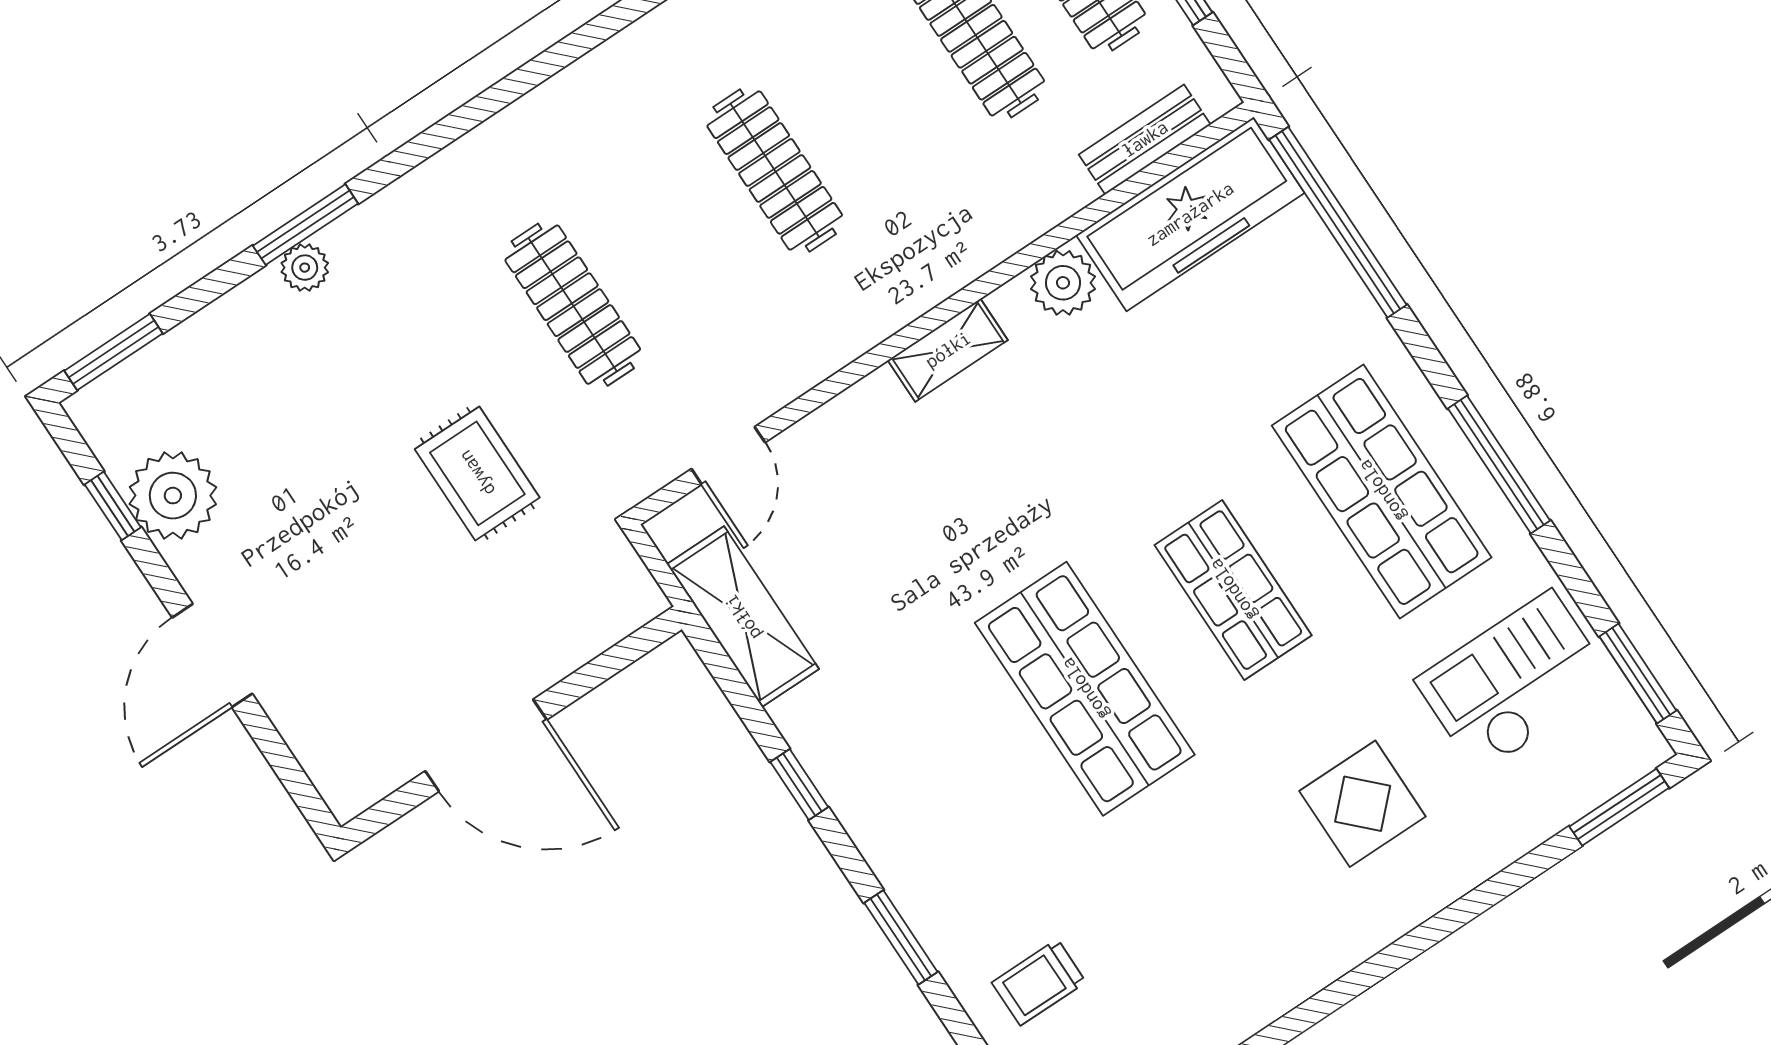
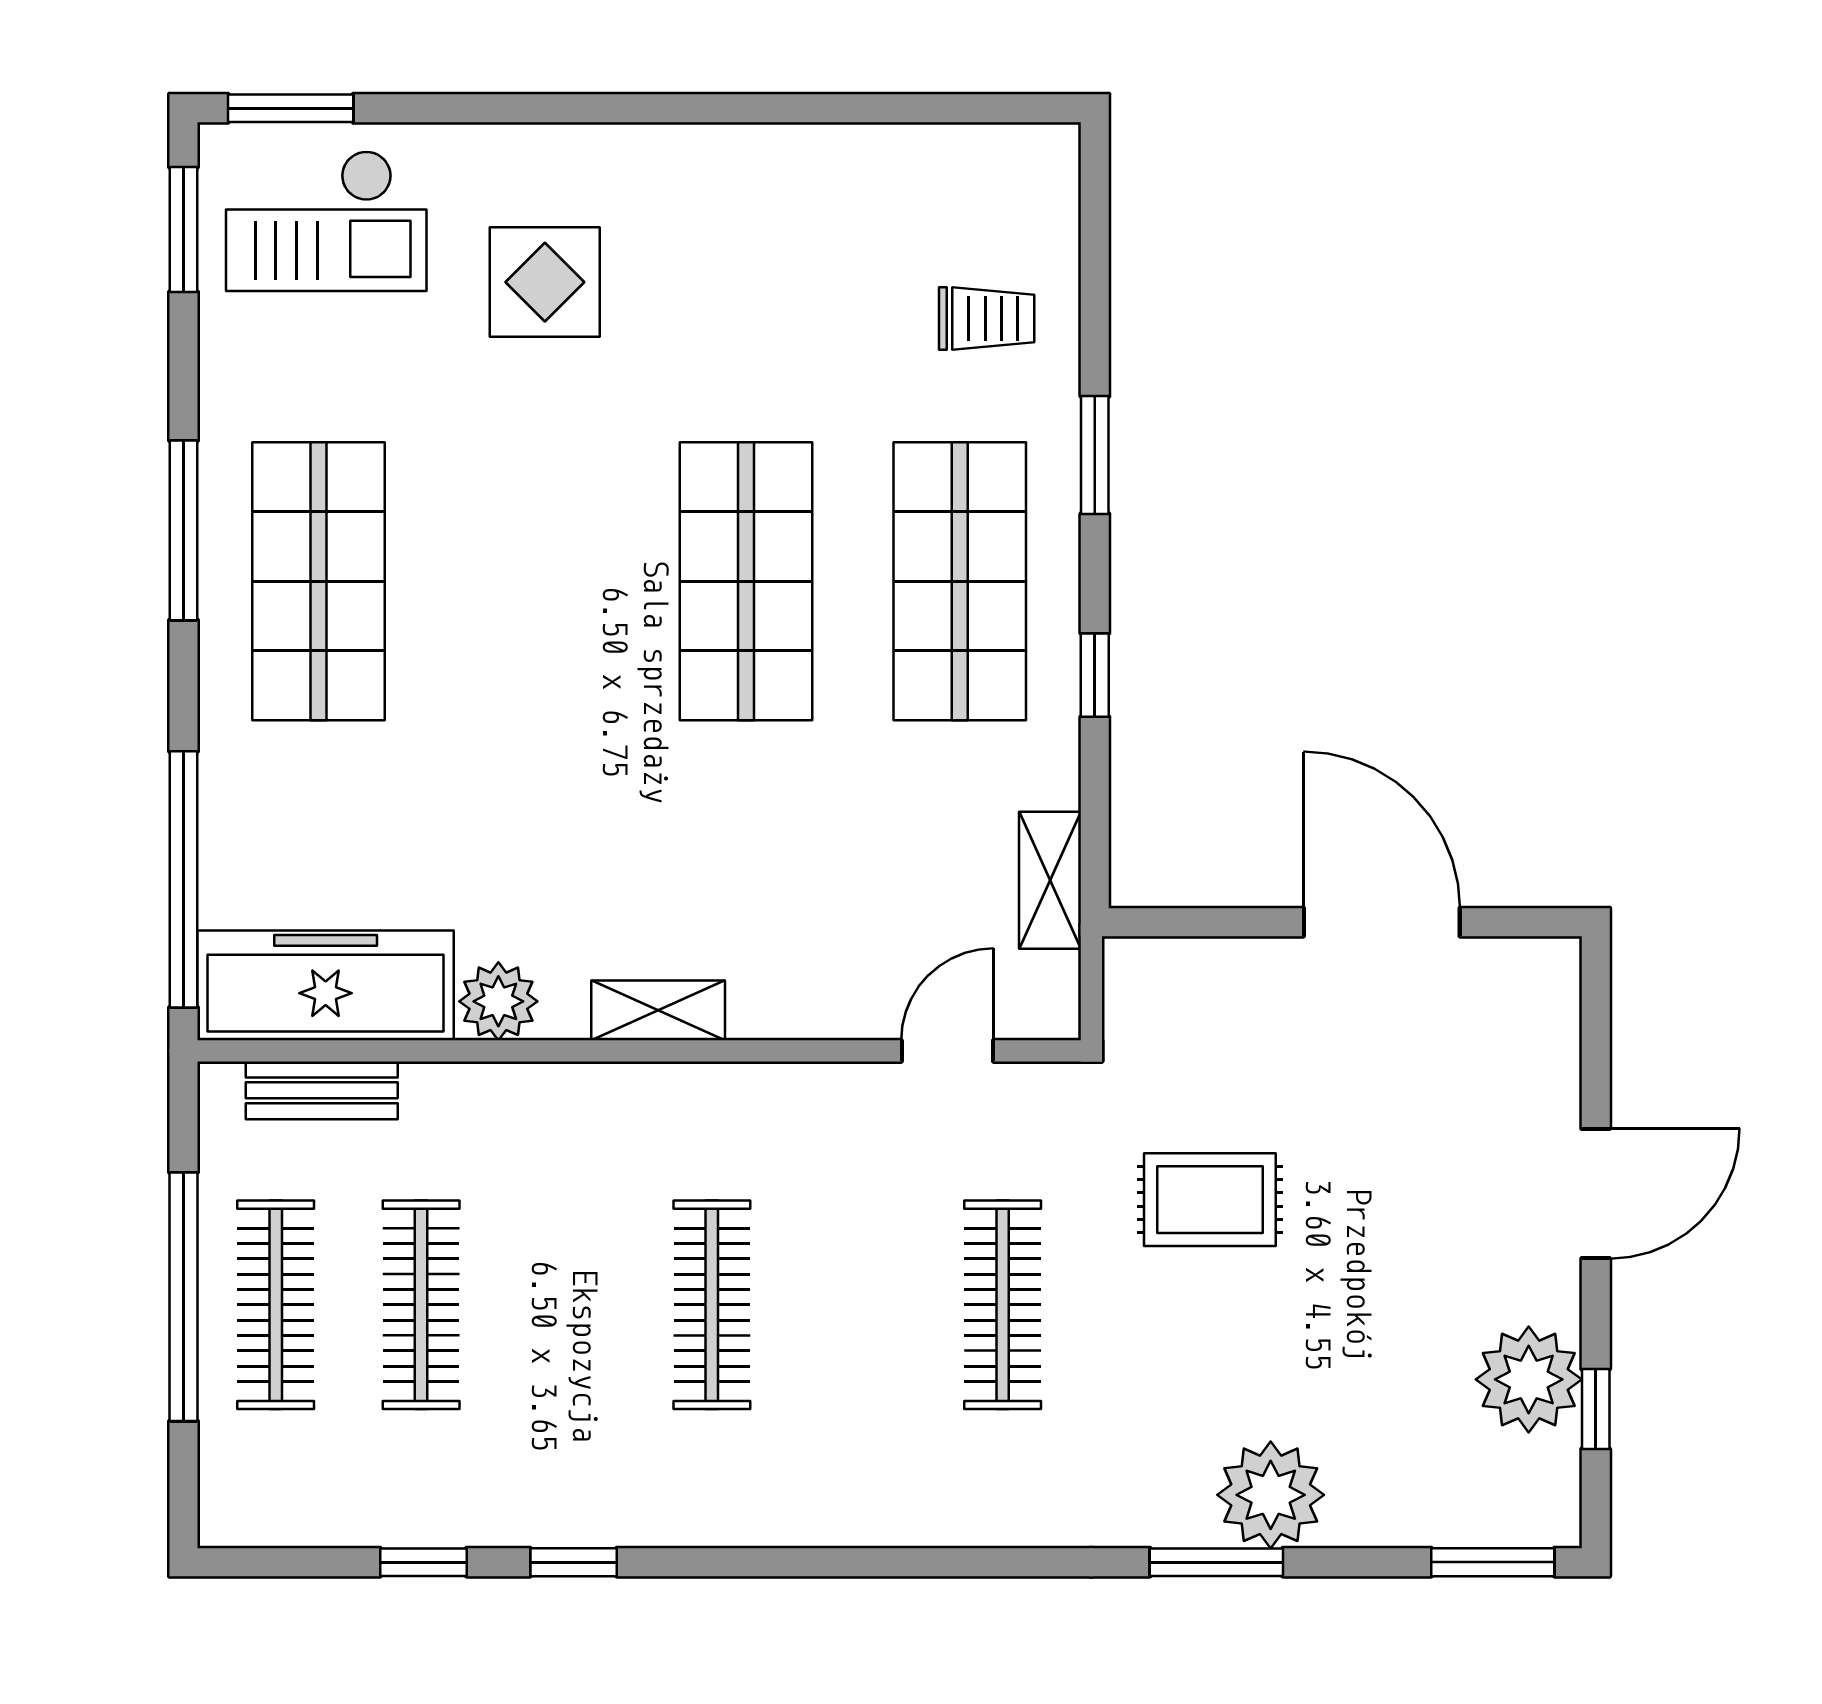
plant: (305, 268) -> (1271, 1495), width x1.88, depth x1.88
rug: (477, 473) -> (1210, 1200), turned 90
shop shelf: (1233, 590) -> (960, 581), moved, width x1.43, depth x1.36
shelving: (743, 617) -> (1050, 880), width x0.67, depth x0.75
checkout: (1515, 682) -> (326, 221), moved

